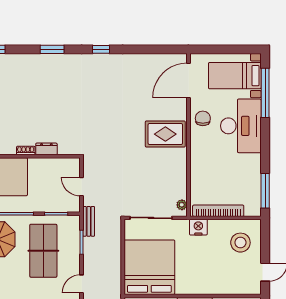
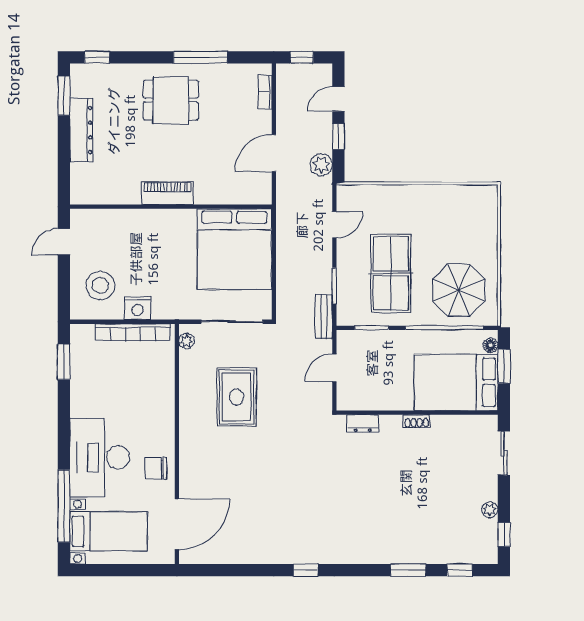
window: (52, 49) -> (408, 570), moved
chair: (203, 118) -> (156, 468), turned 90
rug: (165, 134) -> (237, 397), moved, turned 90
dresser: (46, 149) -> (363, 423), moved
door: (82, 187) -> (334, 368), swing flipped
window: (265, 191) -> (64, 362), width x0.69
nightstand: (198, 227) -> (138, 308), moved

